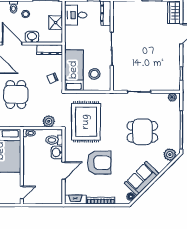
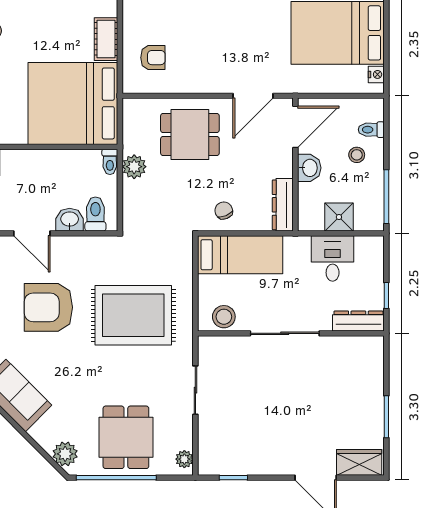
desk: (76, 15) -> (333, 258), moved
stool: (94, 74) -> (224, 317), moved
plant: (49, 121) -> (134, 167), moved
rug: (86, 122) -> (133, 315), moved
dining table: (142, 132) -> (126, 437), moved
armchair: (99, 163) -> (48, 307), turned 90

